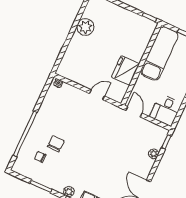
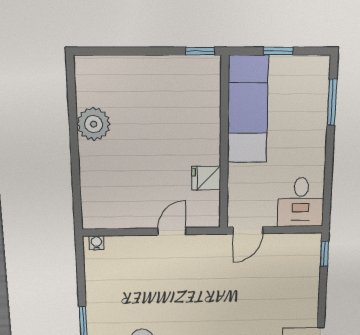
fridge: (126, 70) -> (206, 178), width x0.53, depth x0.75
door: (134, 112) -> (248, 230), swing flipped
plant: (154, 154) -> (311, 282), removed

